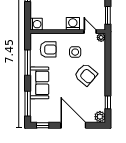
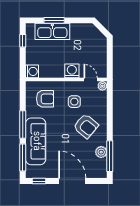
window: (108, 15) -> (110, 62), removed
window: (28, 63) -> (23, 124), moved
sofa: (39, 83) -> (36, 141), width x1.36
window: (108, 102) -> (110, 156), width x2.17
plant: (100, 117) -> (101, 152), moved

